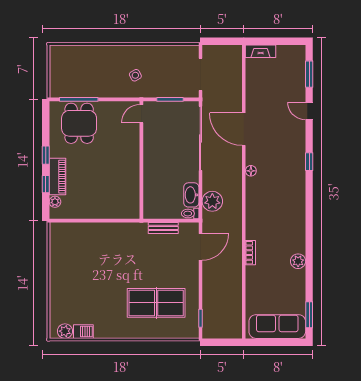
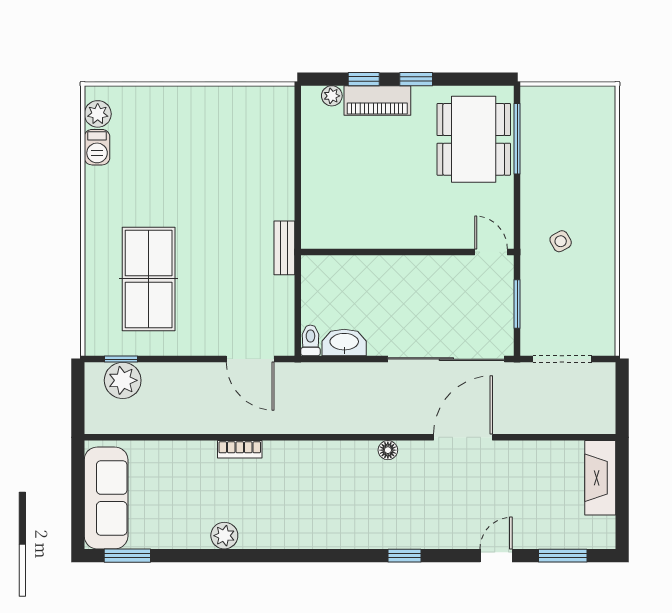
fireplace: (261, 51) -> (600, 478), width x1.37, depth x1.32
dining table: (79, 123) -> (474, 139), width x1.38
plant: (212, 201) -> (123, 380), moved
bench: (163, 228) -> (284, 248), moved

